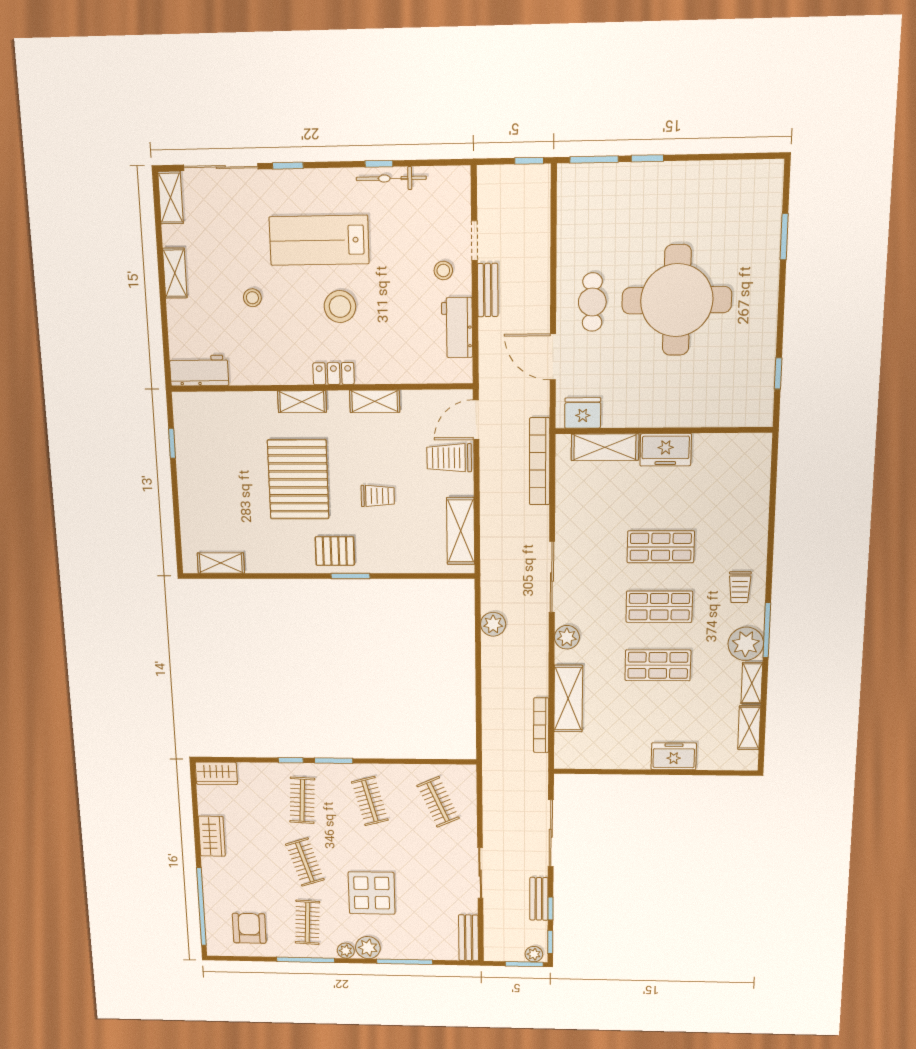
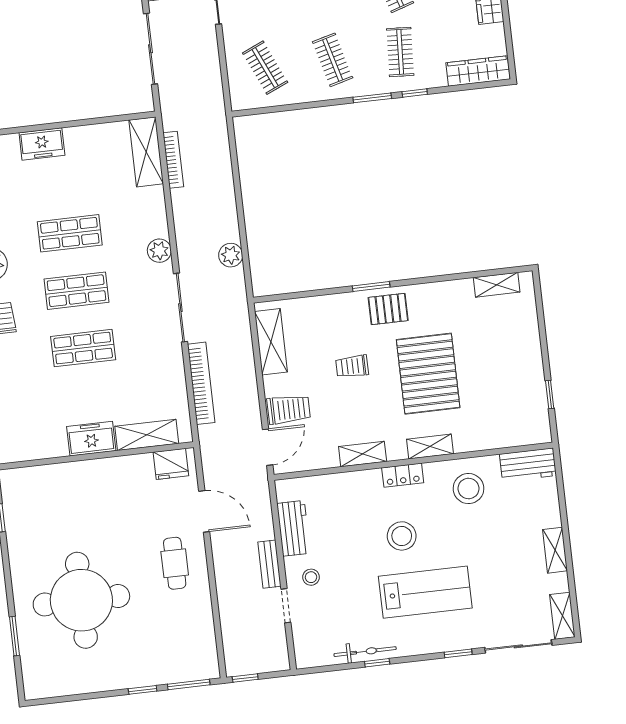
stool: (252, 298) -> (469, 489), moved, width x1.89, depth x1.89
round table: (677, 300) -> (81, 600), moved
bookcase: (540, 461) -> (201, 383), moved
shelving: (568, 699) -> (146, 152), moved
wardrobe: (216, 773) -> (478, 71), width x1.50

